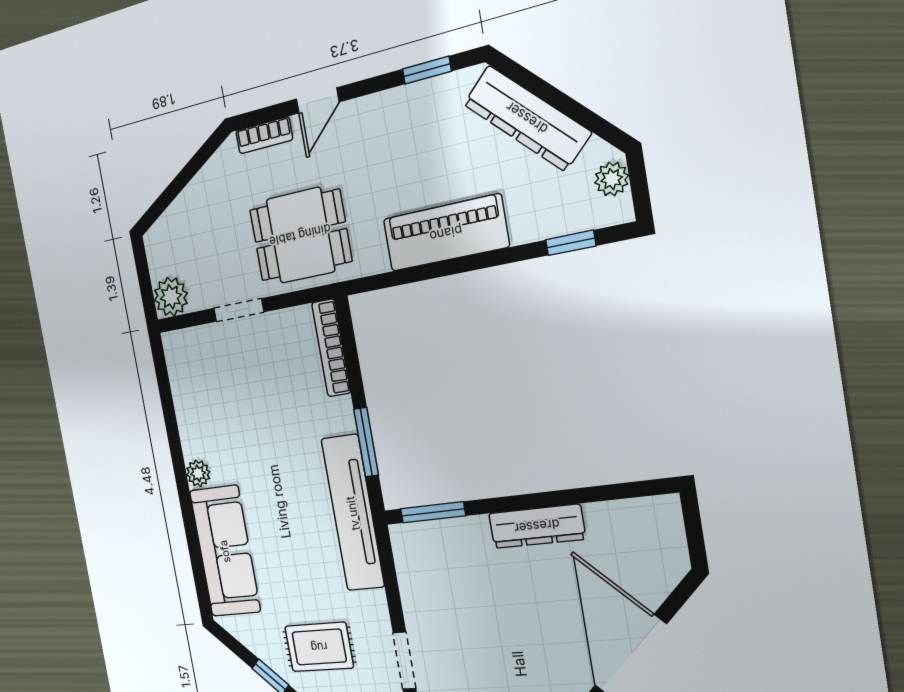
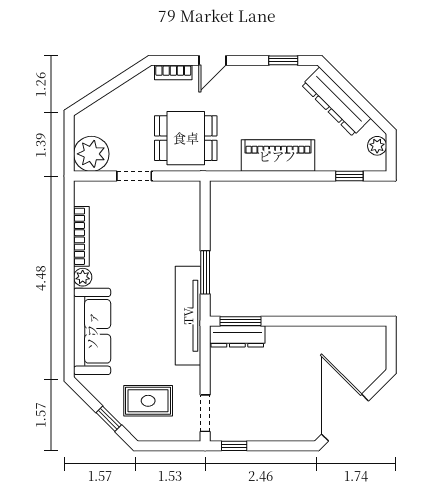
plant: (171, 297) -> (91, 154), width x1.36, depth x1.36
bookcase: (331, 348) -> (81, 236), moved, turned 180
dresser: (537, 526) -> (237, 336), moved

